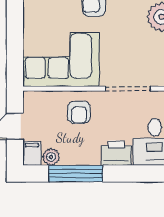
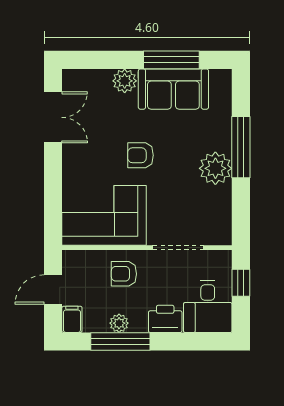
armchair: (79, 112) -> (124, 274), turned 90
plant: (51, 157) -> (119, 323), moved

